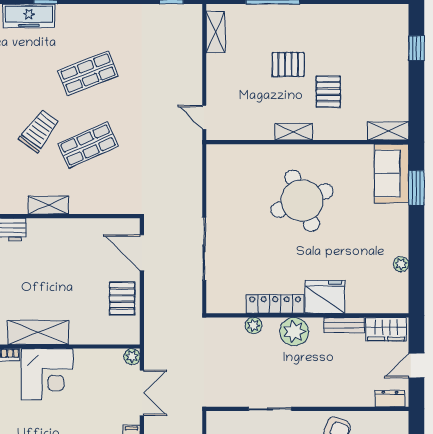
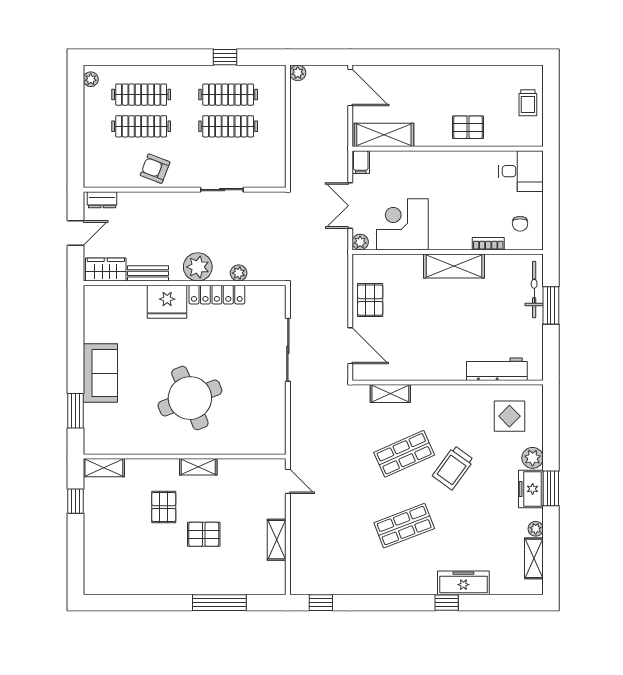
shelving: (215, 32) -> (277, 540), moved
window: (416, 48) -> (76, 501), moved
sofa: (392, 173) -> (100, 373), moved
shelving: (48, 205) -> (390, 393), moved
plant: (401, 264) -> (91, 334), removed
corner desk: (47, 374) -> (402, 224), moved

